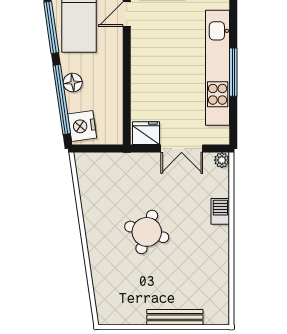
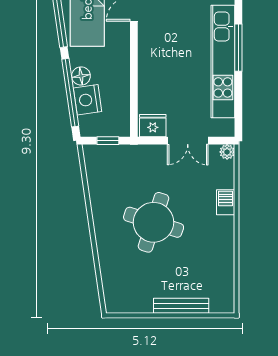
window: (233, 72) -> (238, 48), moved
nightstand: (82, 126) -> (88, 100), moved
window: (100, 149) -> (108, 141), added
round table: (147, 232) -> (154, 222), width x1.36, depth x1.36

